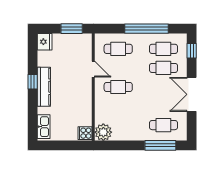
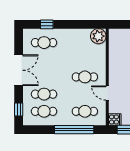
window: (147, 29) -> (74, 130), moved
cooker: (85, 133) -> (115, 119), moved
window: (160, 145) -> (47, 24), width x0.46

